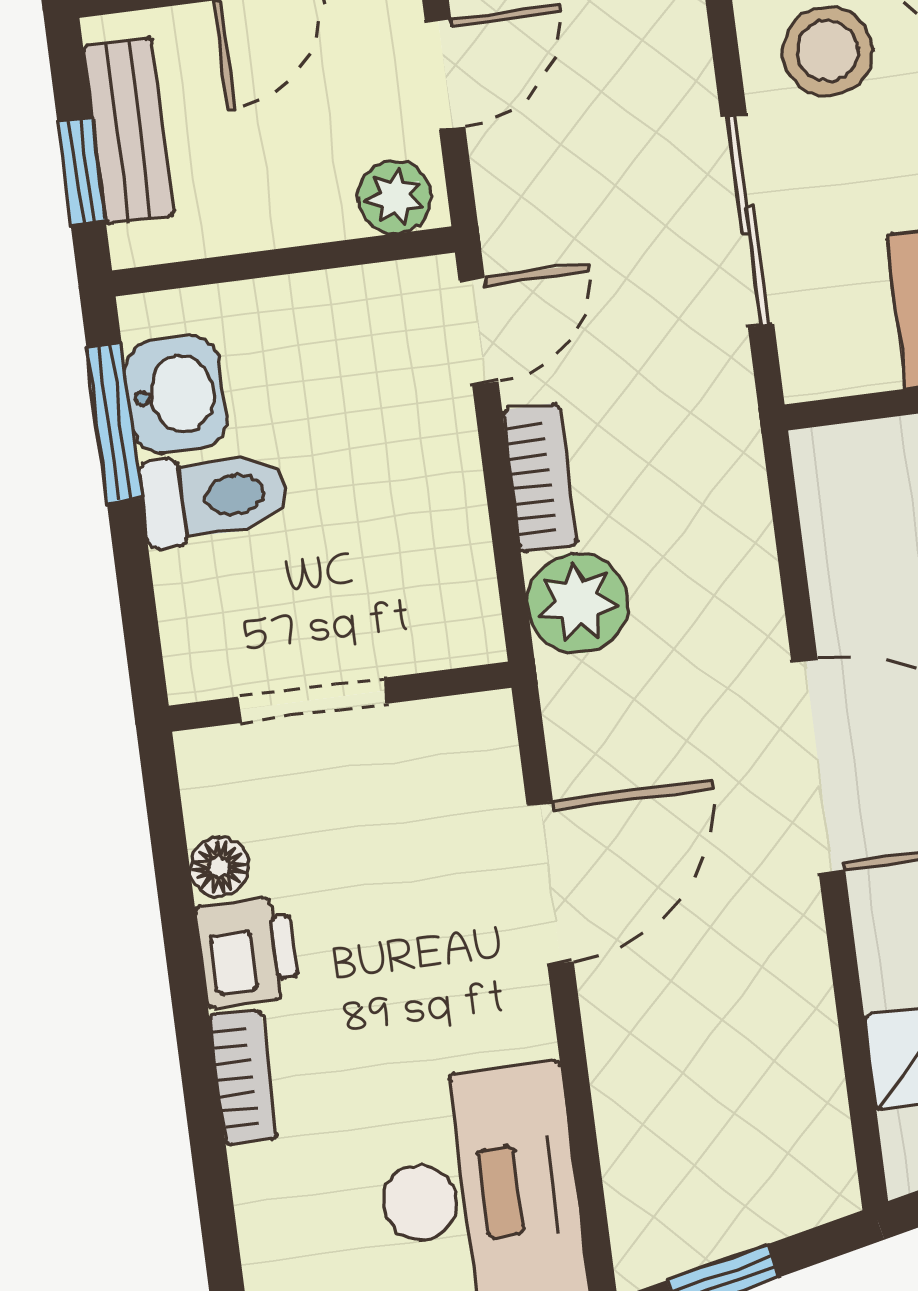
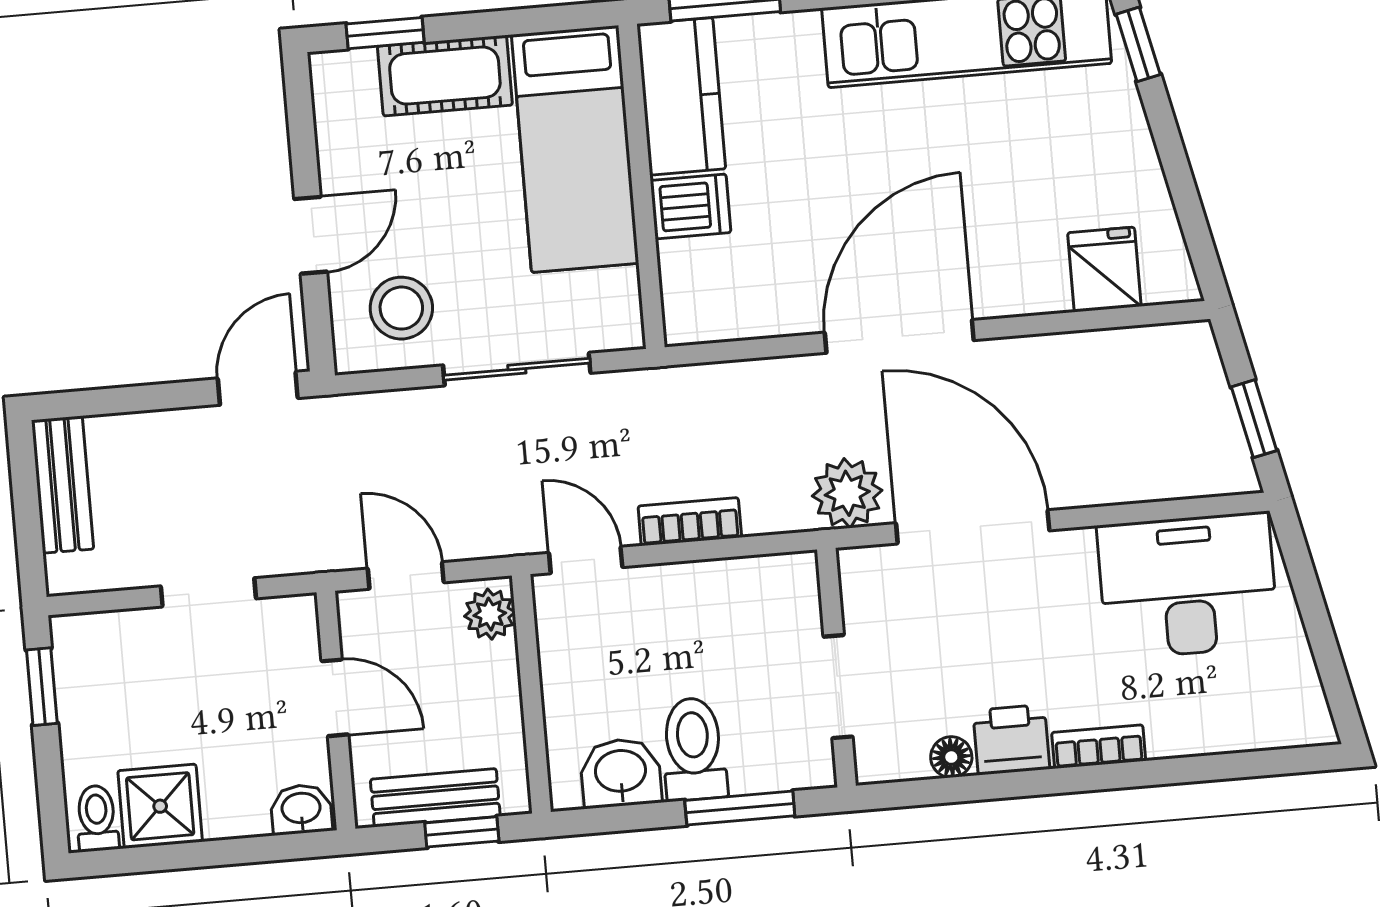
window: (114, 423) -> (740, 808), moved
plant: (578, 603) -> (847, 493), moved
door: (550, 883) -> (973, 527), width x1.36

